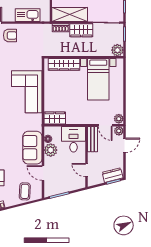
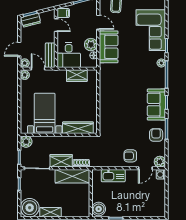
corner sofa: (27, 92) -> (114, 101), removed
wardrobe: (55, 118) -> (77, 76), moved
filing cabinet: (79, 182) -> (63, 13), added

